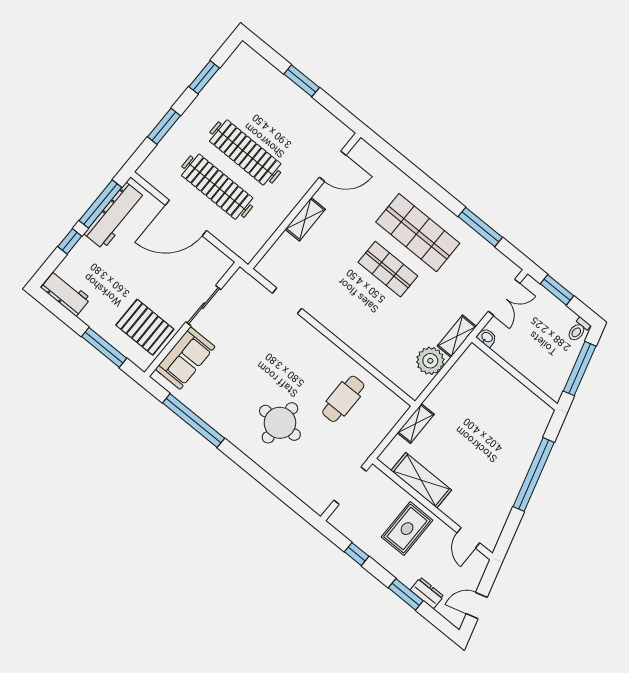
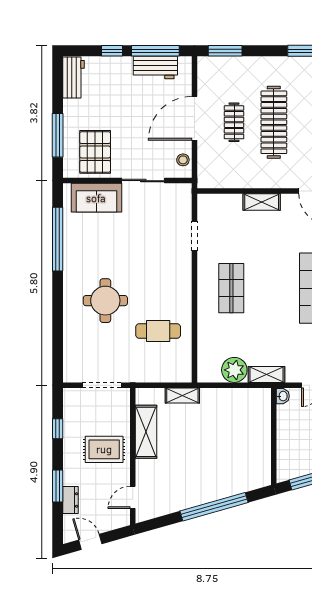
window: (164, 126) -> (225, 51), moved
clothes rail: (217, 187) -> (234, 122), width x0.54, depth x0.76
workbench: (115, 216) -> (155, 67), width x0.73
door: (186, 218) -> (194, 118), hinge flipped
stool: (214, 257) -> (183, 160), added
shop shelf: (388, 269) -> (231, 288), moved

